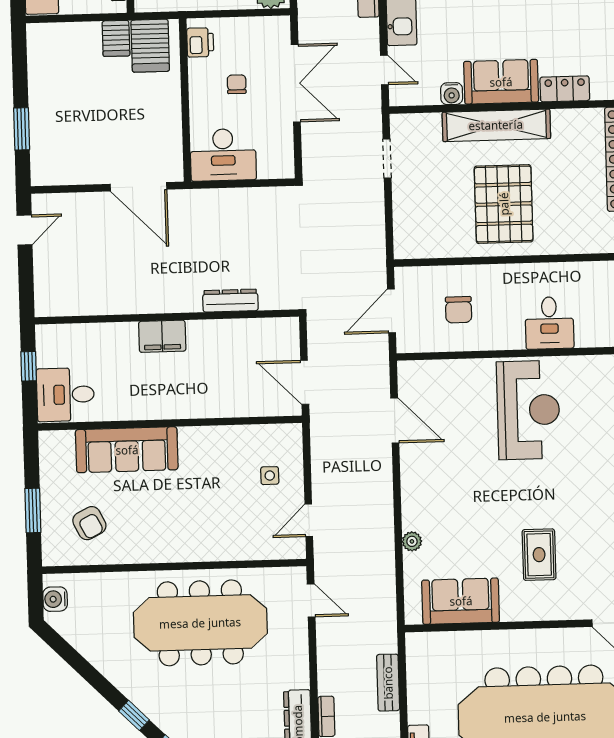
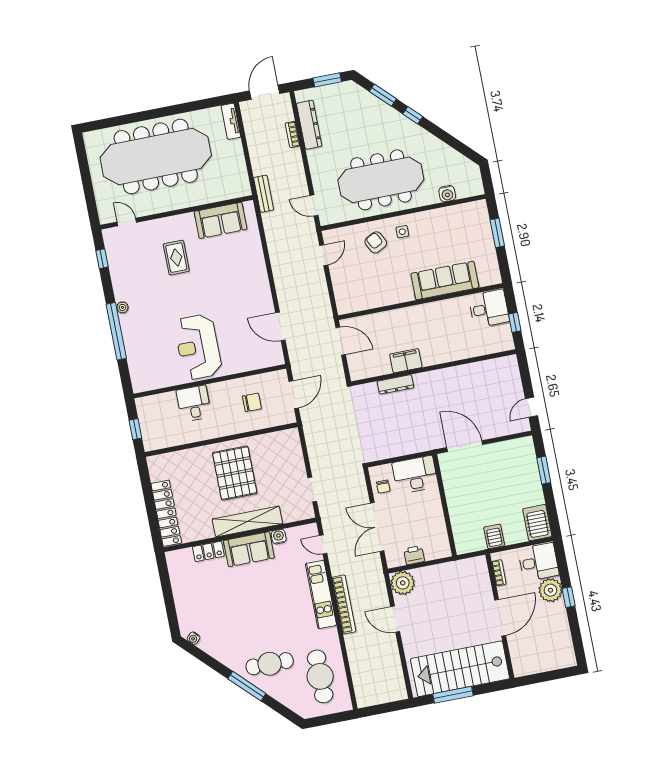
printer: (200, 42) -> (414, 555), moved, turned 90
server rack: (150, 46) -> (537, 523), moved
chair: (237, 84) -> (383, 487), moved
chair: (459, 310) -> (252, 402), turned 90
filing cabinet: (162, 336) -> (406, 361), moved
side table: (270, 476) -> (402, 232), moved
armchair: (89, 523) -> (376, 242), moved
plant: (412, 541) -> (257, 253), removed
water cooler: (55, 599) -> (447, 194), moved, turned 90
bench: (388, 683) -> (264, 194), moved

